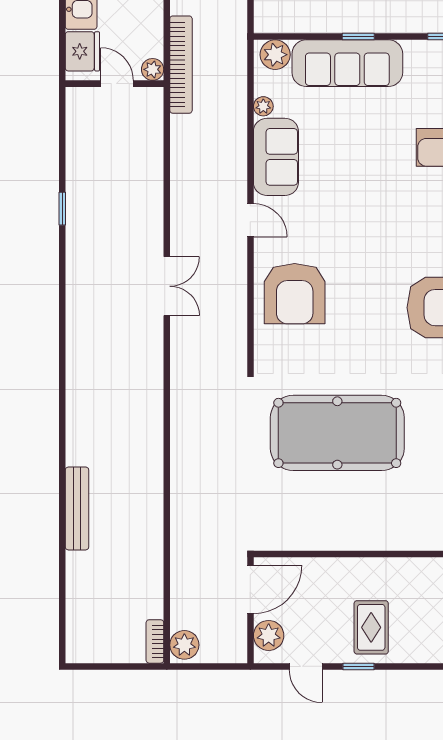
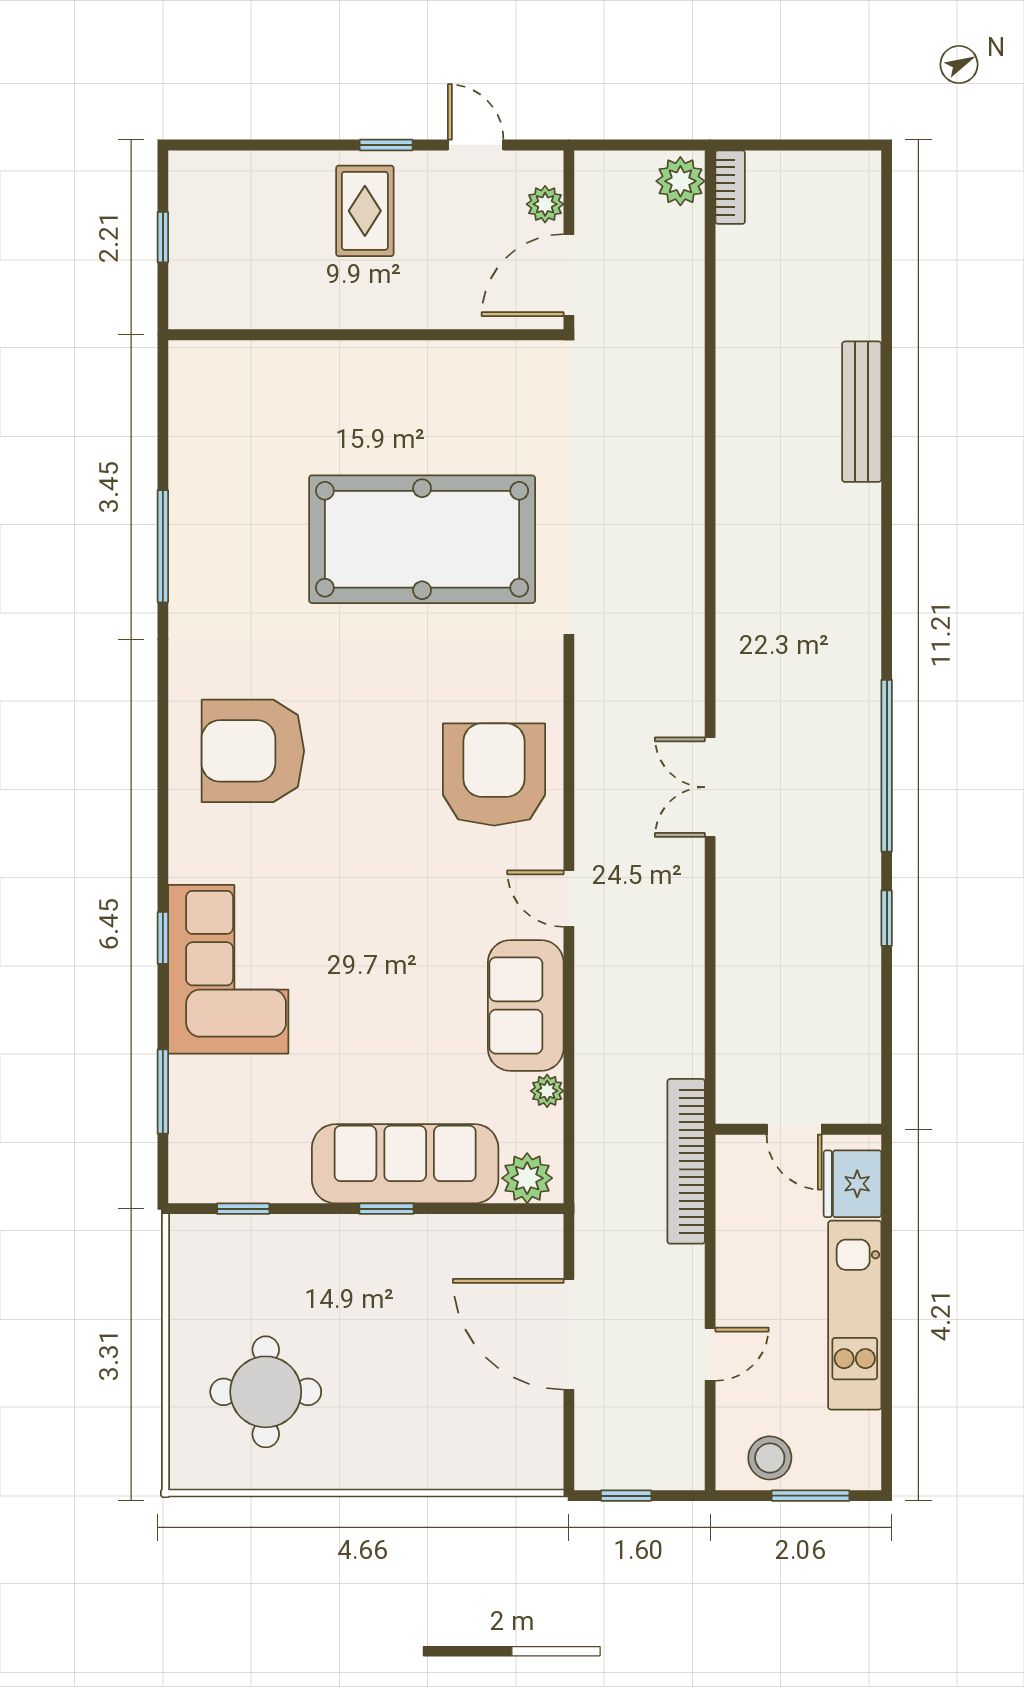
plant: (153, 69) -> (734, 1153), removed
window: (62, 299) -> (887, 766), added
plant: (269, 635) -> (545, 204), width x0.73, depth x0.73

